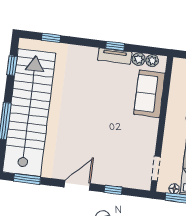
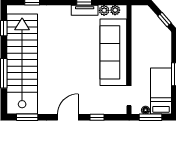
sofa: (149, 94) -> (113, 52), width x1.85, depth x1.27

